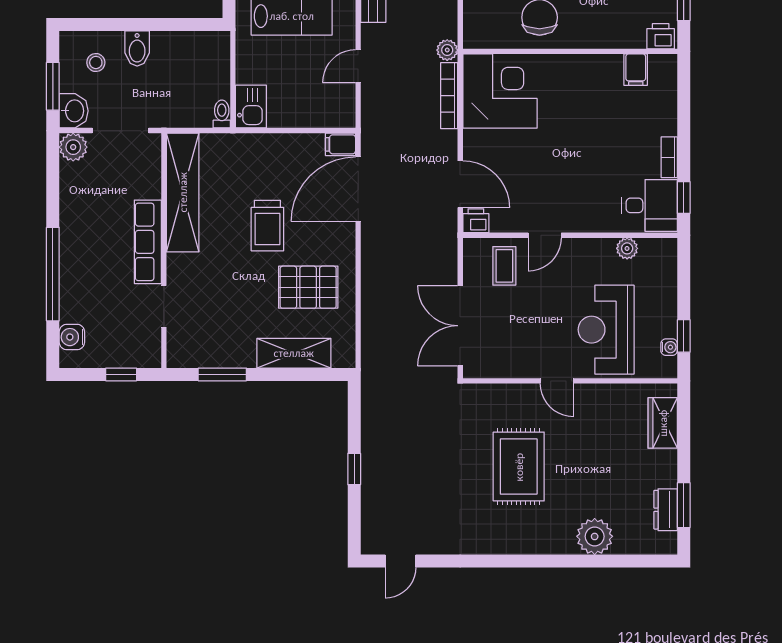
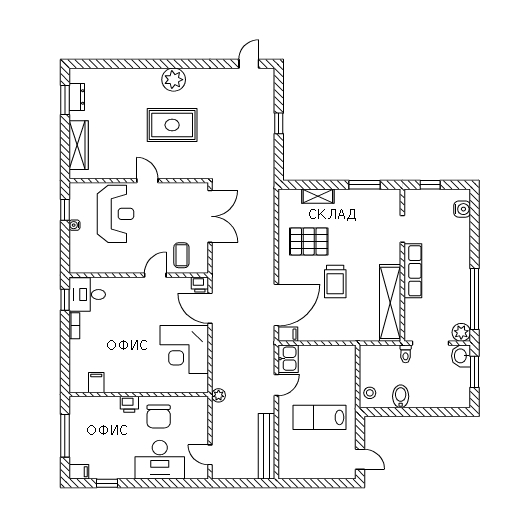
printer: (661, 36) -> (129, 404), moved
bidet: (137, 49) -> (401, 396), moved
stool: (96, 62) -> (370, 393), moved
corner desk: (500, 91) -> (184, 350), moved
bookcase: (449, 96) -> (217, 366), removed
kitchen sink: (251, 107) -> (288, 359), moved, turned 180
toilet: (222, 114) -> (406, 354), moved
trolley: (267, 226) -> (335, 281), turned 180
plant: (627, 248) -> (102, 267), removed
window: (53, 274) -> (474, 299), moved
water cooler: (669, 347) -> (74, 225), moved
shelving: (294, 353) -> (318, 196), width x0.67, depth x0.75
wardrobe: (663, 423) -> (79, 145), width x1.50
rug: (519, 467) -> (172, 125), turned 90
plant: (595, 536) -> (174, 80), moved

